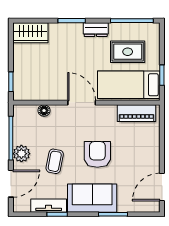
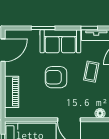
piano: (137, 113) -> (12, 92), moved, turned 90
armchair: (97, 154) -> (56, 77), turned 90

